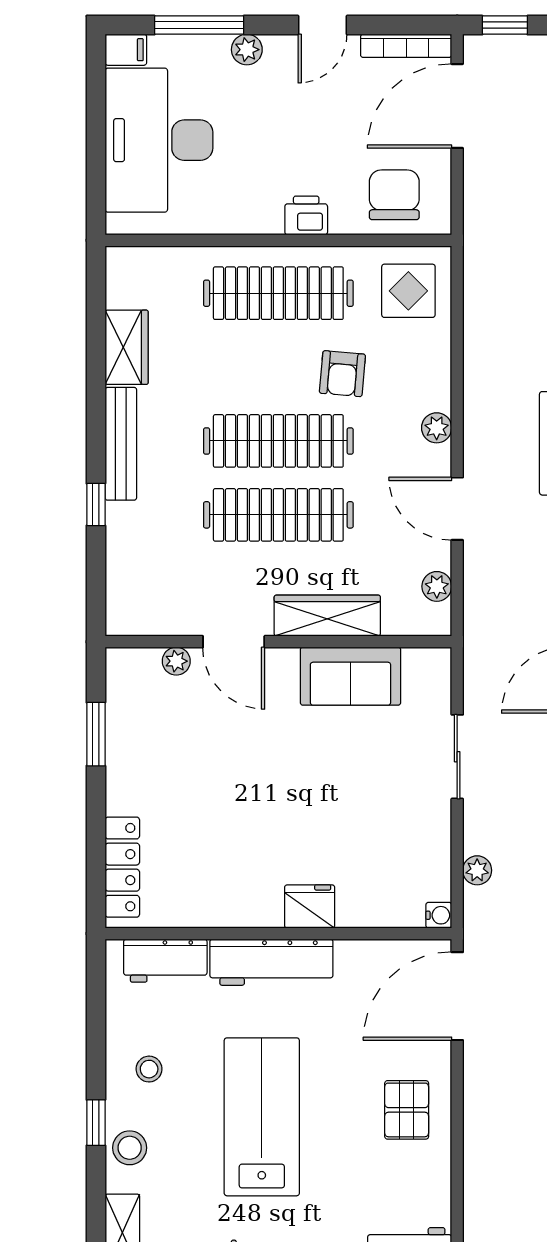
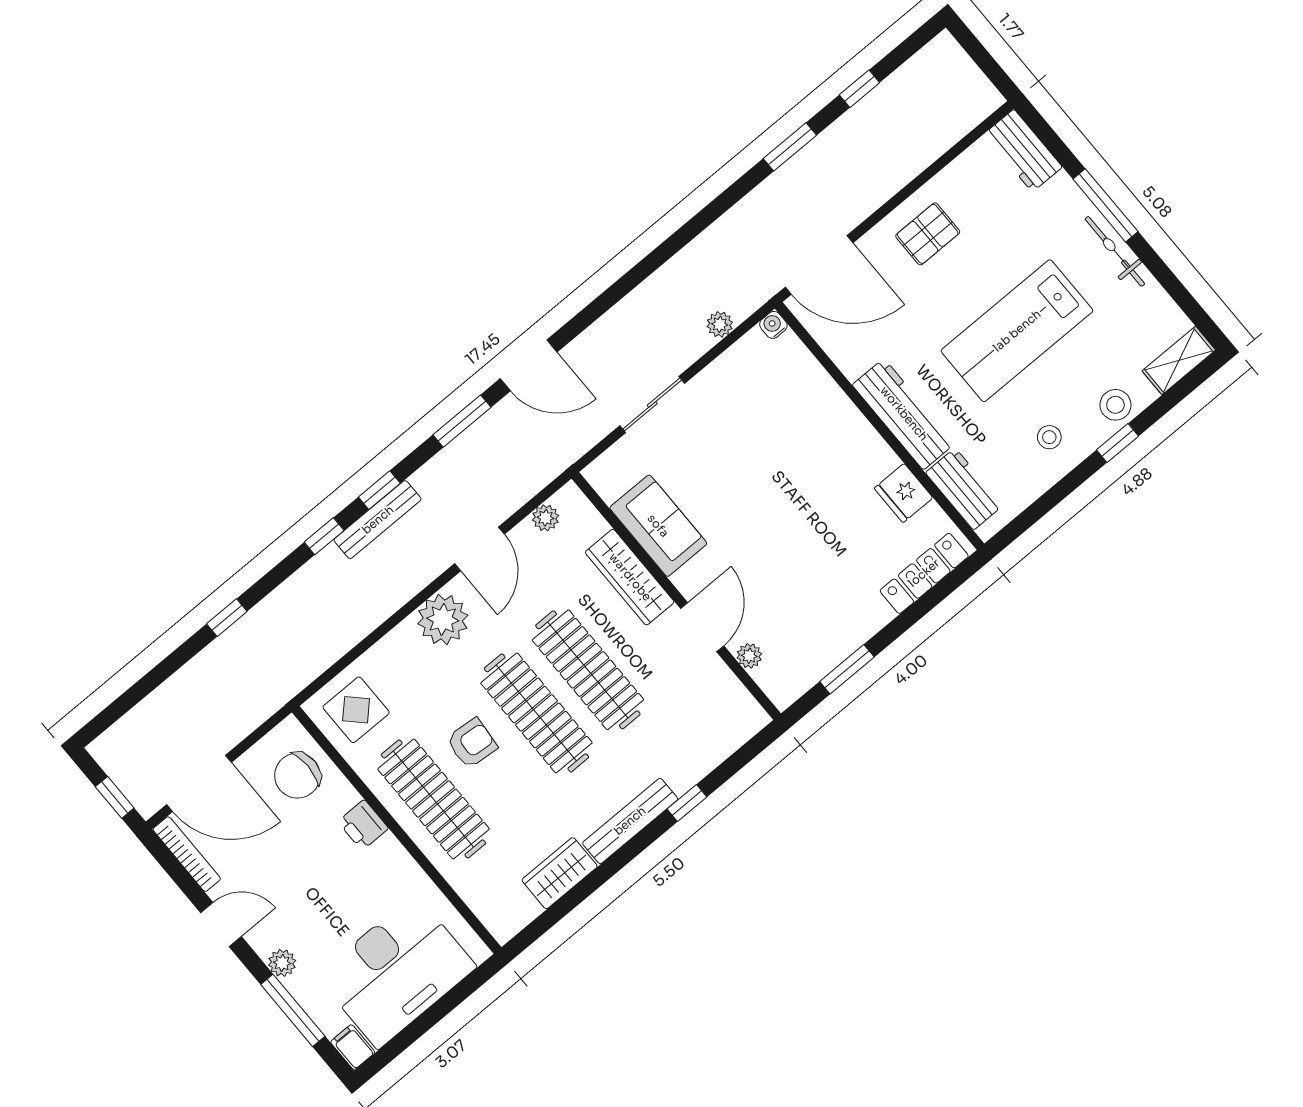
armchair: (342, 374) -> (472, 743), moved
plant: (437, 428) -> (443, 620), width x1.87, depth x1.87
fridge: (310, 906) -> (904, 493), moved

